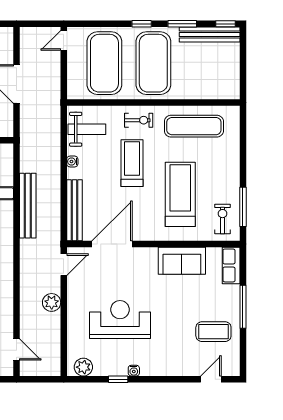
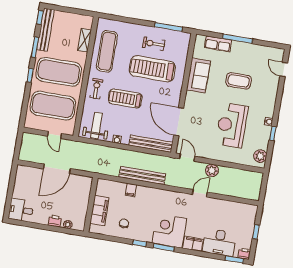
door: (64, 40) -> (54, 135), moved
shelving: (204, 92) -> (85, 40), added
exercise bike: (222, 219) -> (154, 44), moved
row of seats: (231, 265) -> (218, 44), moved
coffee table: (213, 332) -> (239, 81), moved, turned 90
door: (17, 350) -> (200, 193), moved

